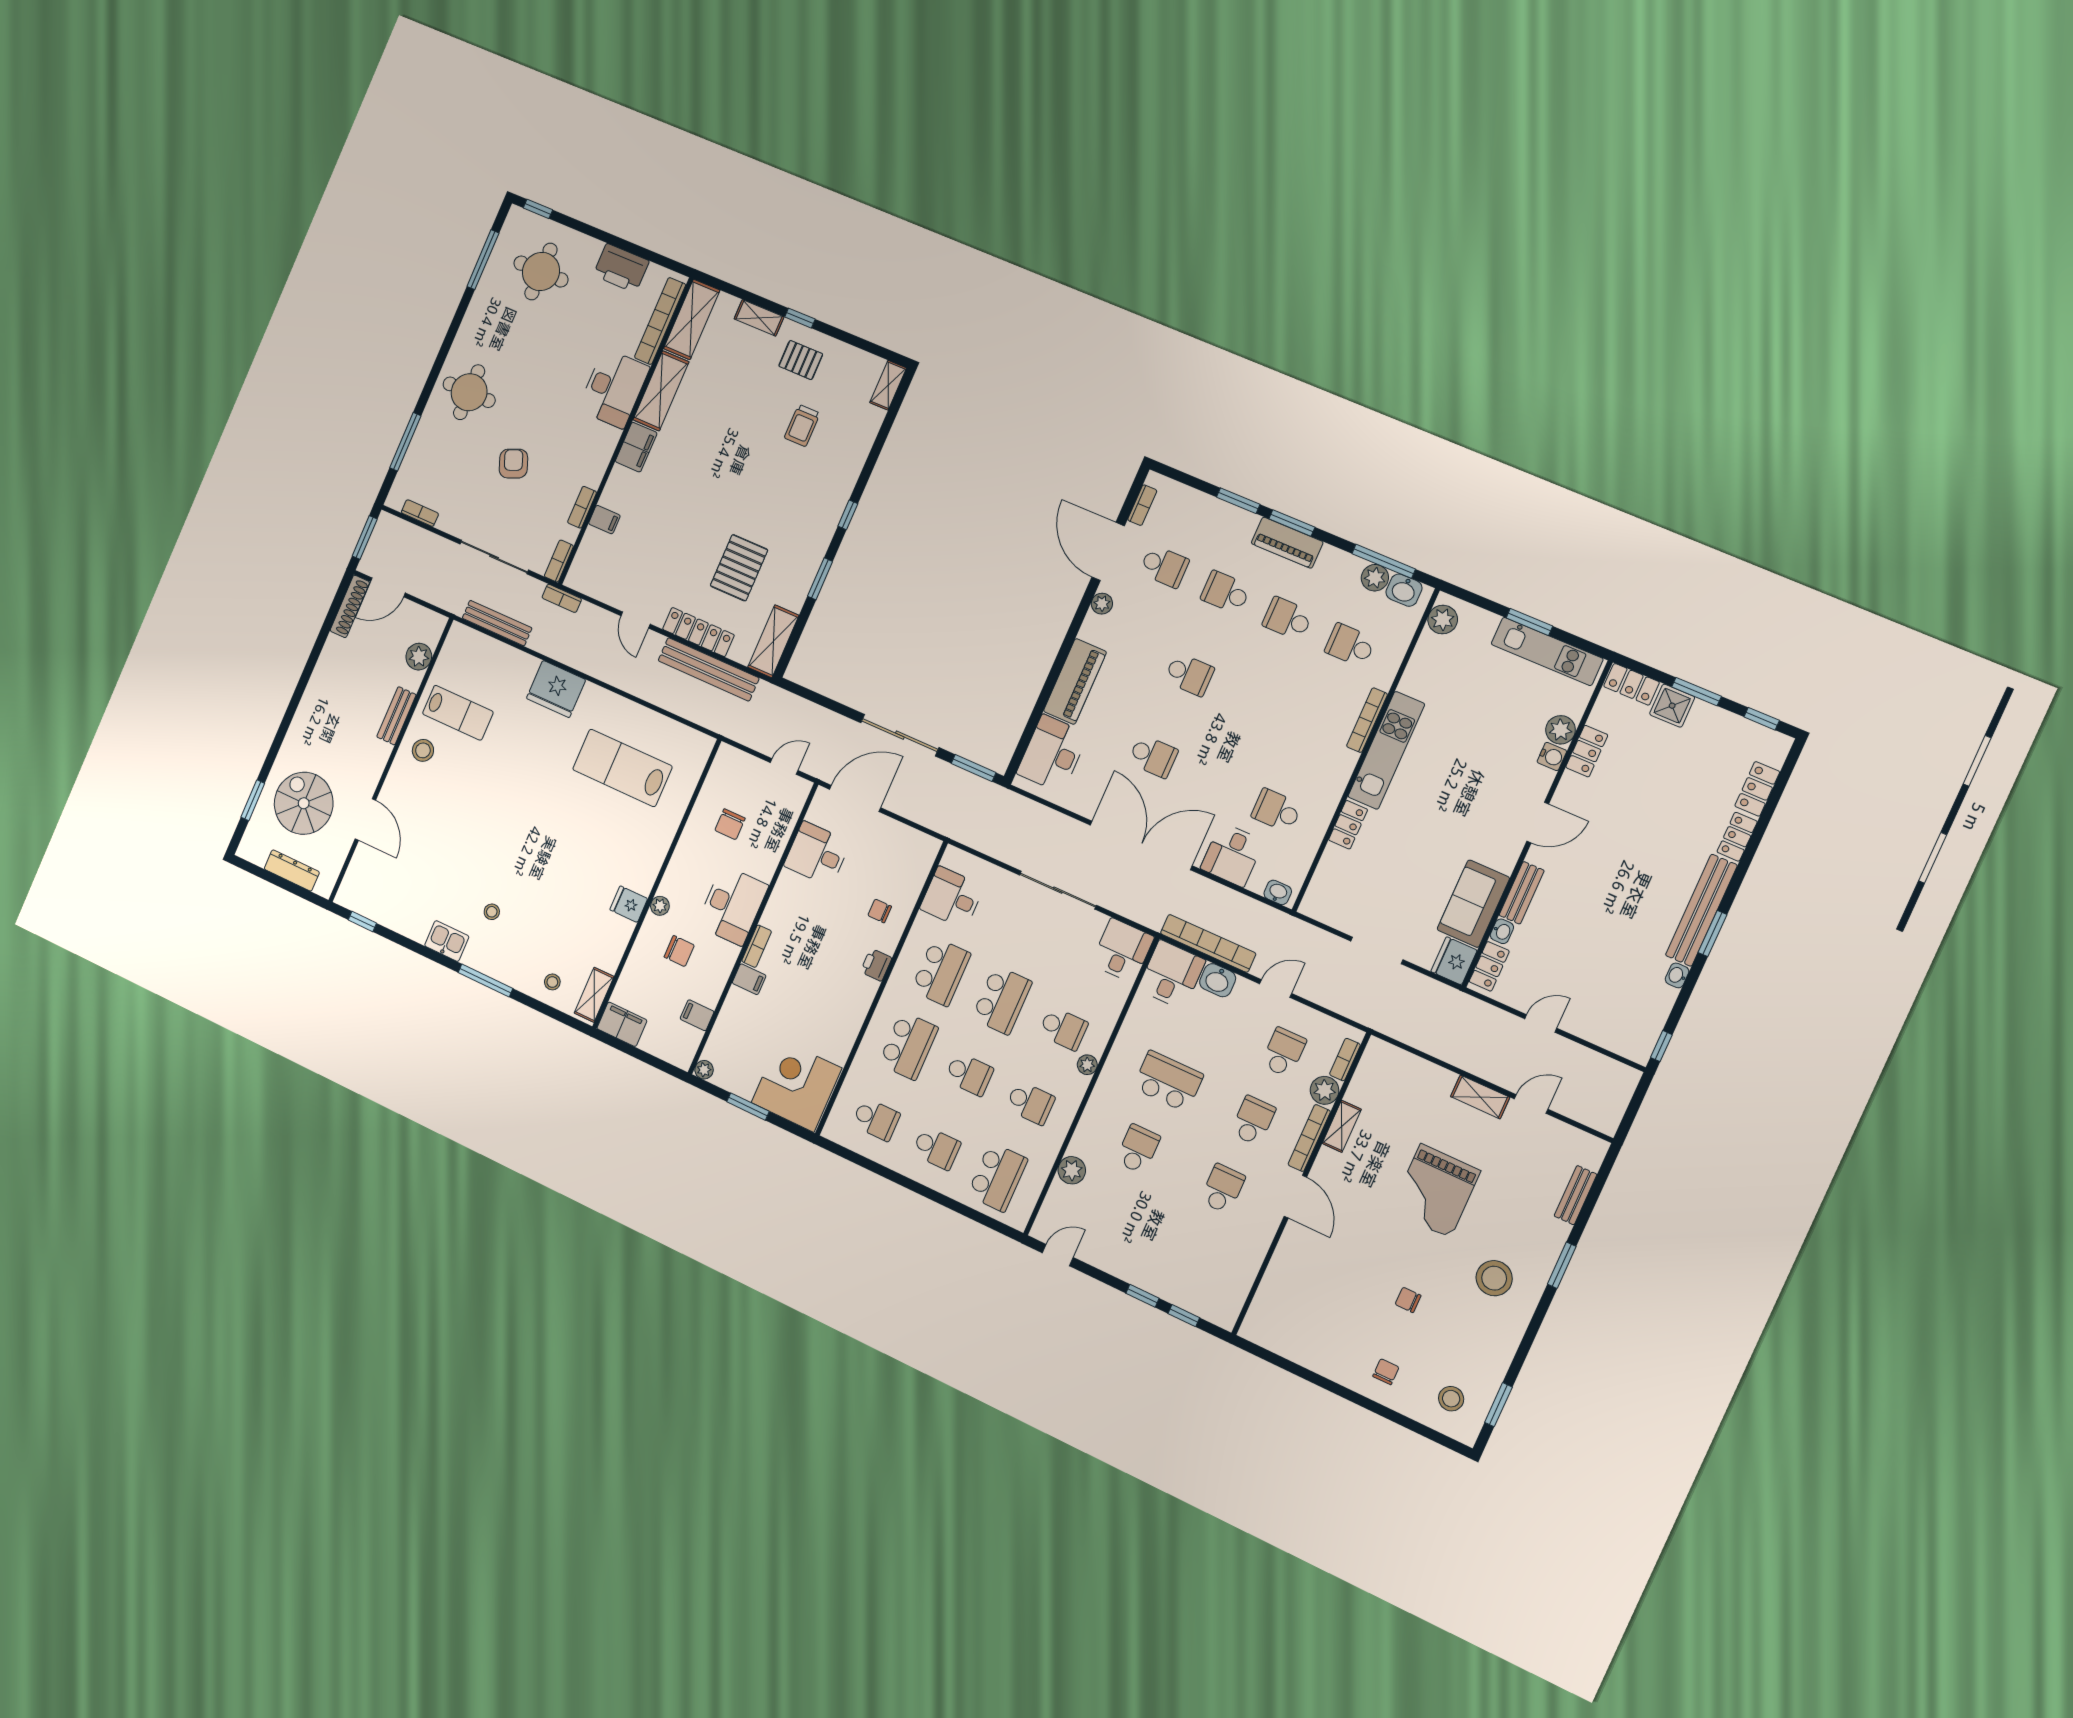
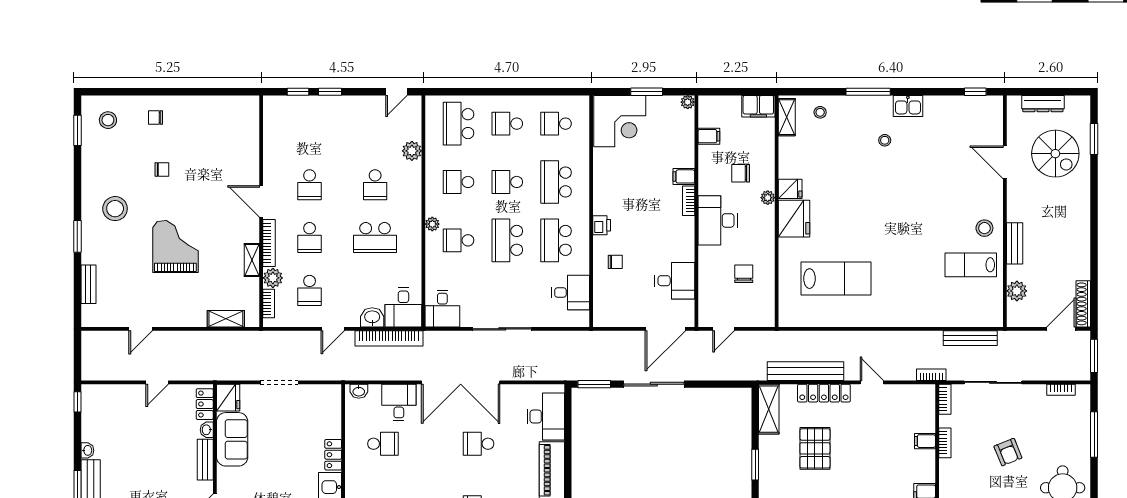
fridge: (556, 689) -> (794, 219), moved, turned 90
shelving: (1480, 1097) -> (226, 319), moved
chair: (1386, 1372) -> (156, 117), turned 90

